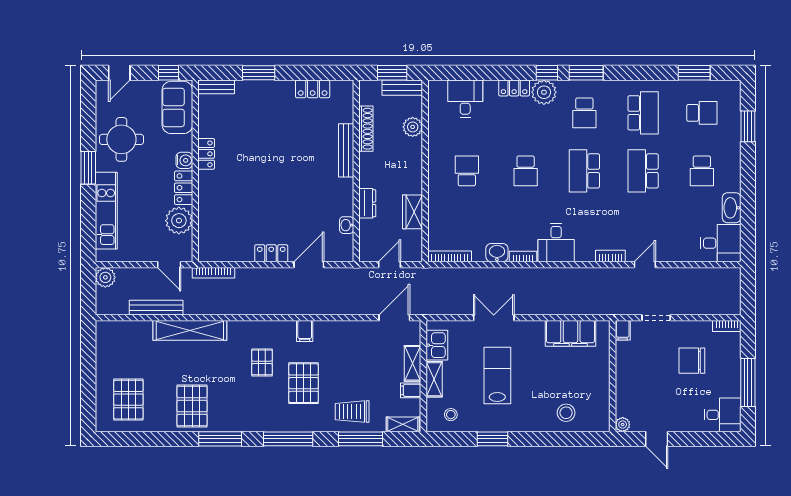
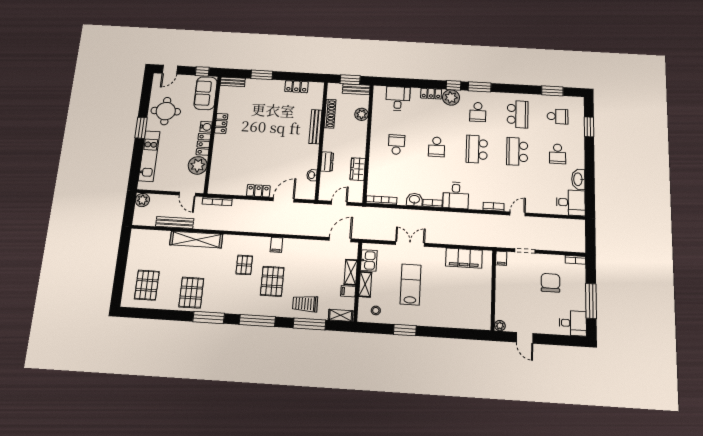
chair: (692, 361) -> (550, 283), turned 90
stool: (566, 413) -> (459, 314), removed

